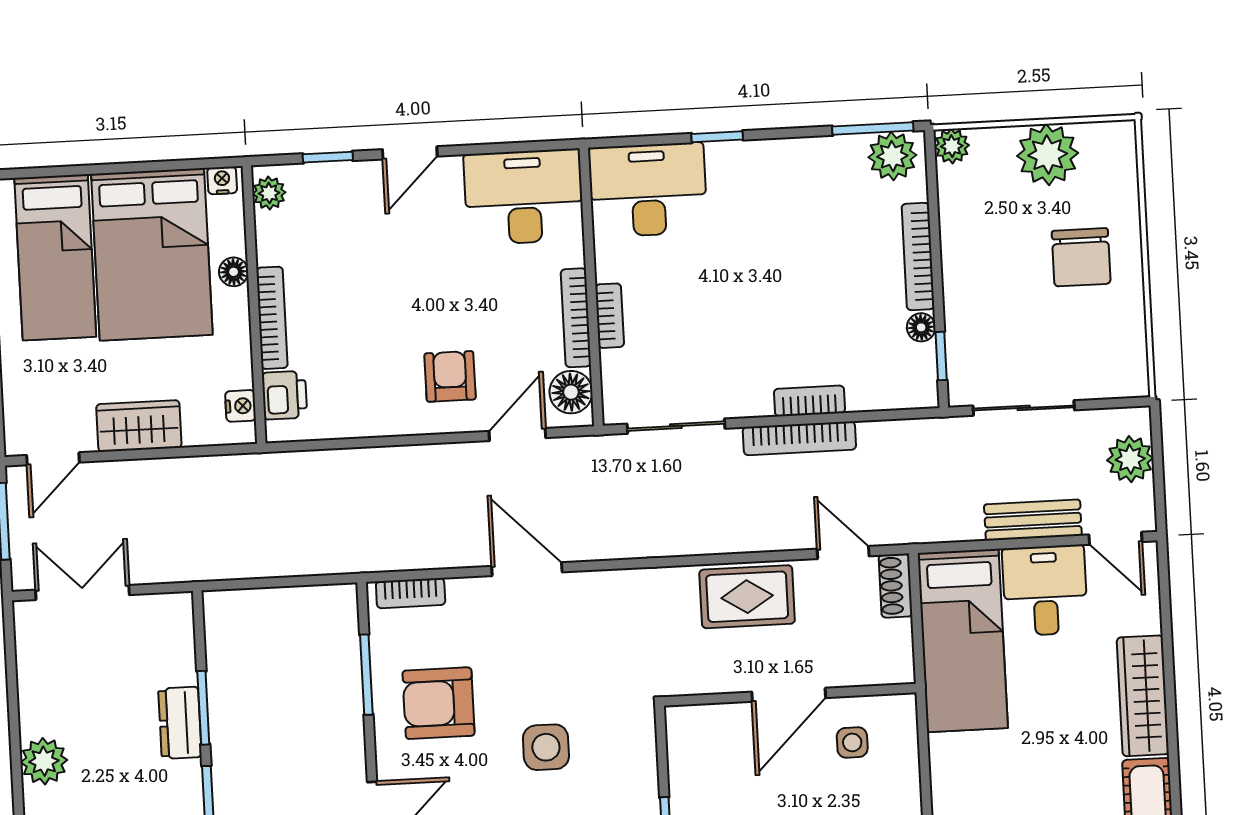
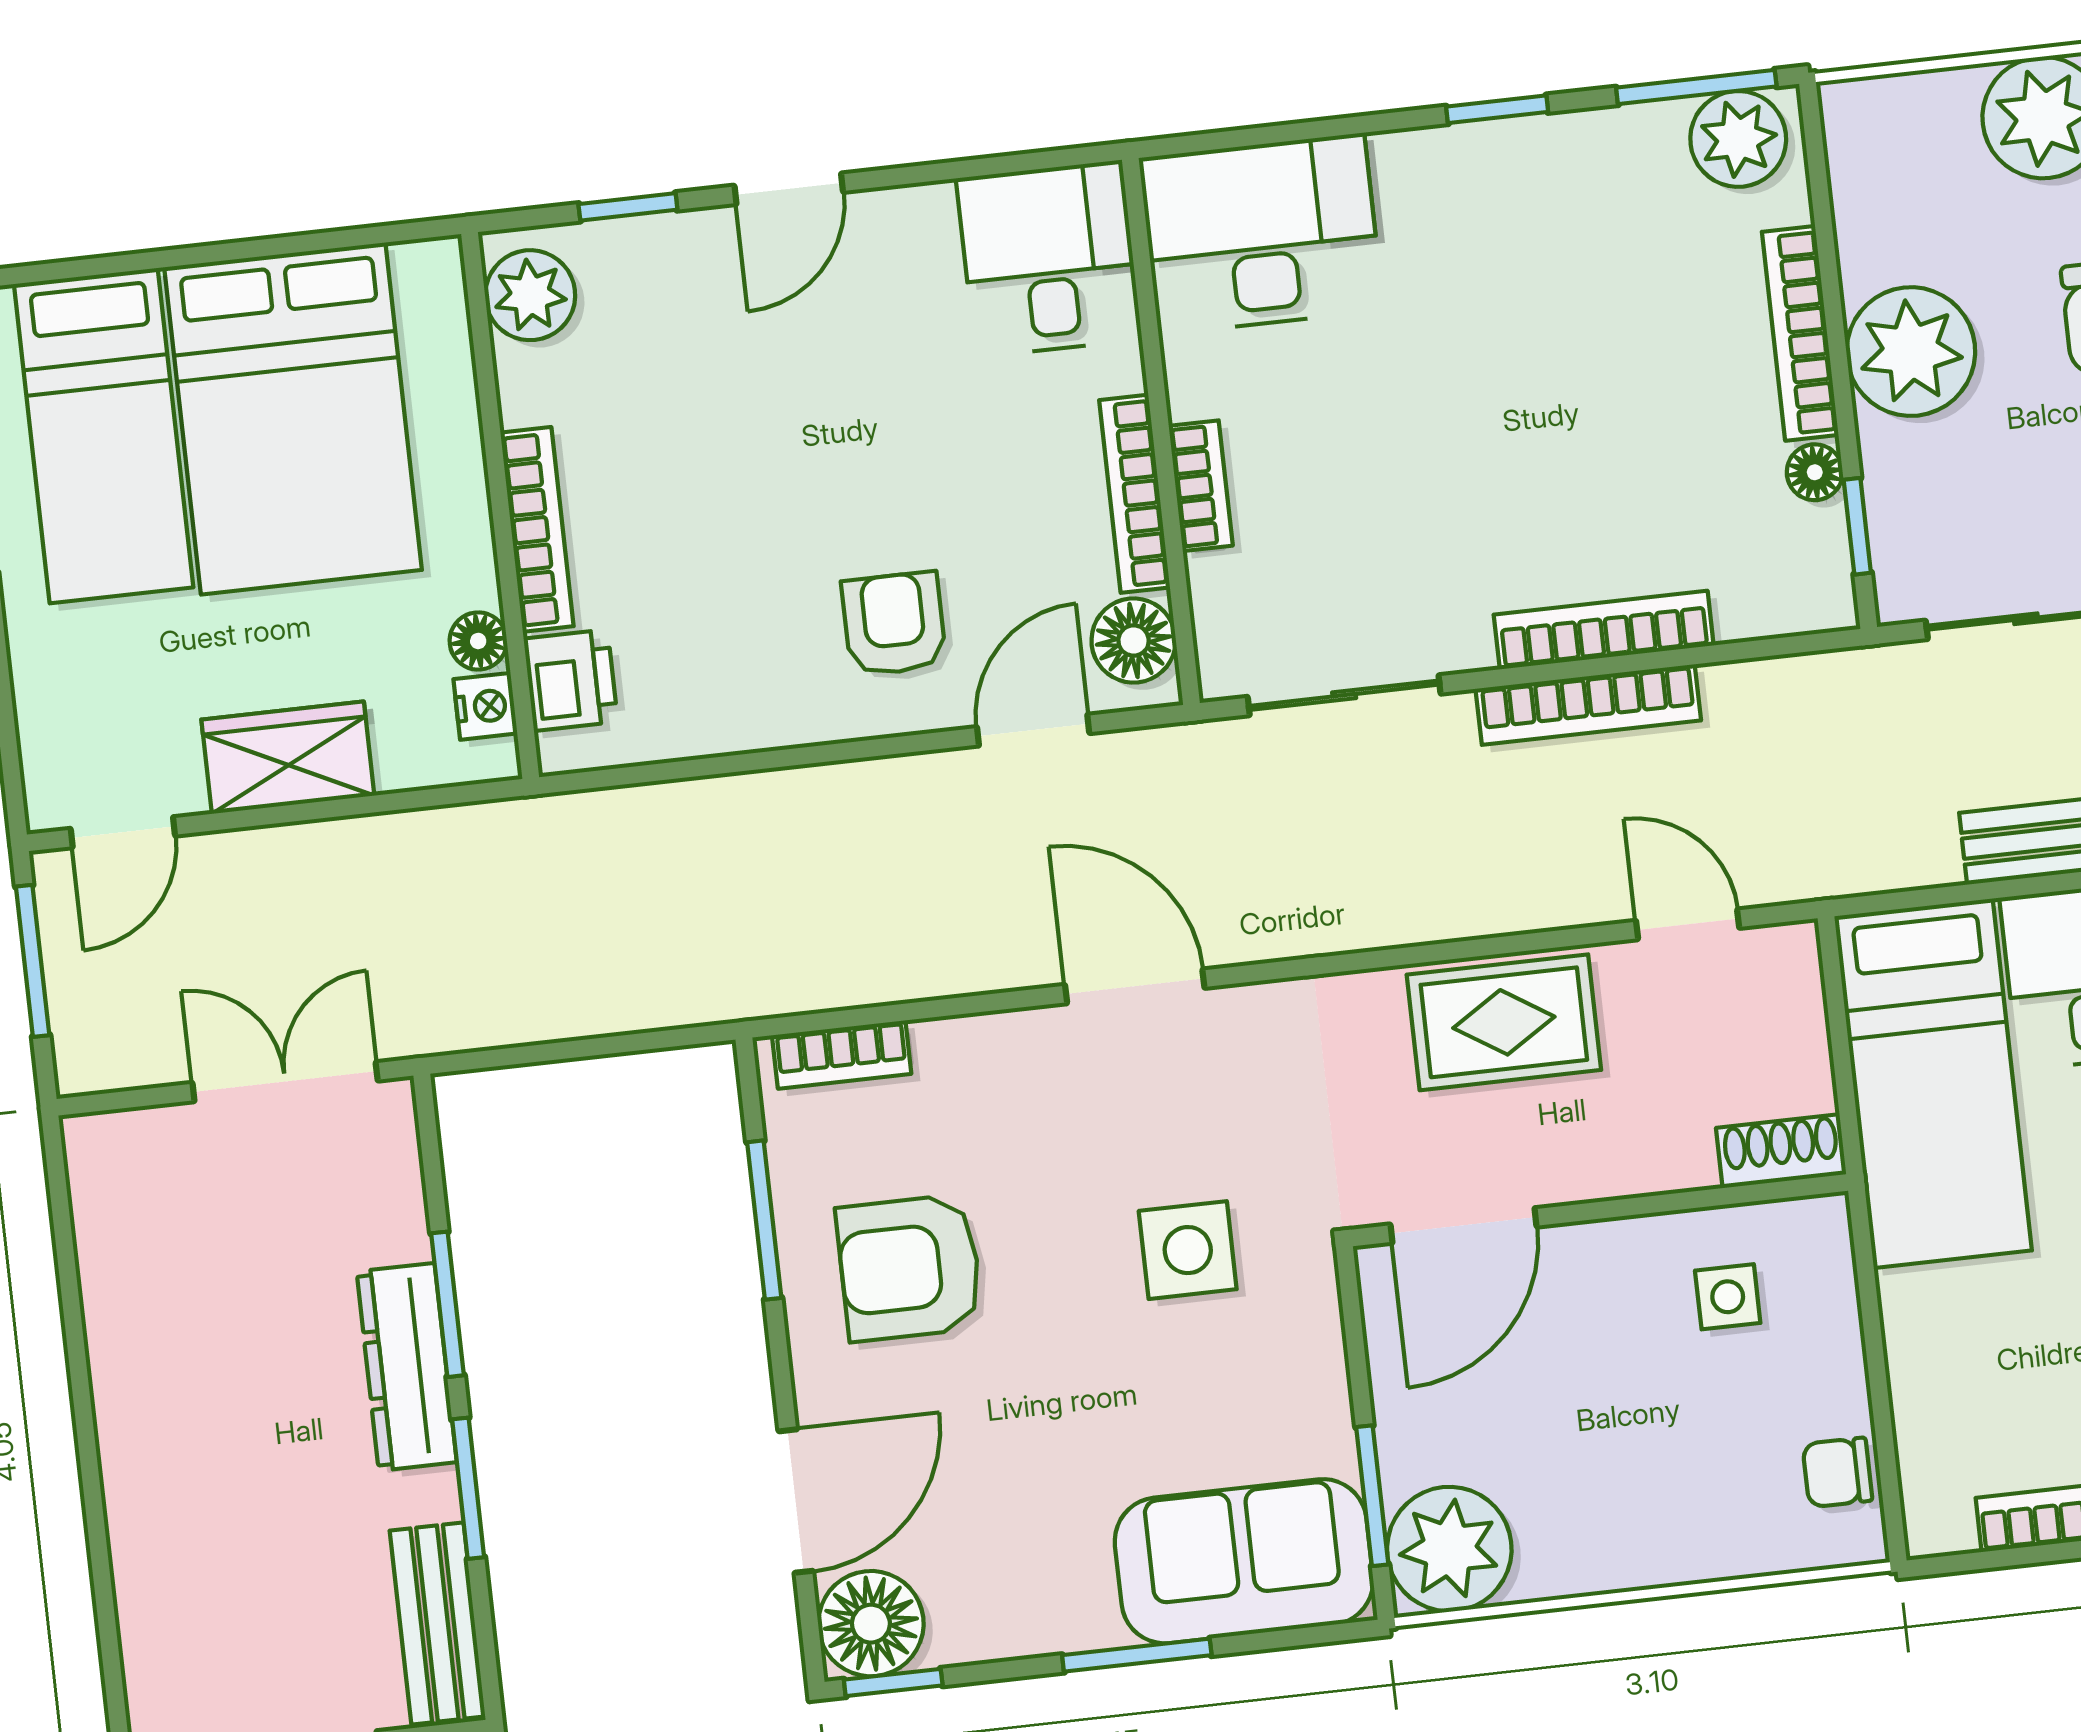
window: (717, 137) -> (1497, 109), moved
plant: (952, 146) -> (1911, 352), moved, width x1.87, depth x1.87
nightstand: (222, 180) -> (423, 265), removed
plant: (269, 193) -> (530, 295), width x1.38, depth x1.38
desk: (524, 197) -> (1049, 259), width x0.73
floor lamp: (234, 272) -> (478, 641), moved
bookcase: (809, 401) -> (1604, 630), width x1.56
door: (527, 569) -> (1135, 986), moved
shoe rack: (896, 586) -> (1781, 1151), moved, turned 90
double door: (82, 592) -> (285, 1082), moved
door: (789, 695) -> (1464, 1225), moved
dresser: (180, 723) -> (407, 1367), width x1.44
side table: (546, 747) -> (1188, 1250), moved
plant: (44, 761) -> (140, 1428), removed

